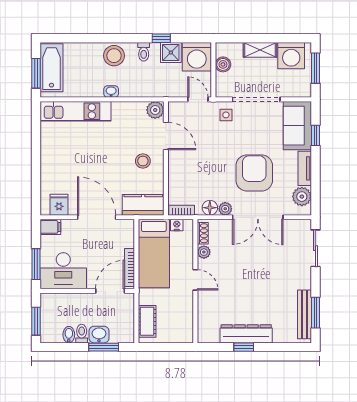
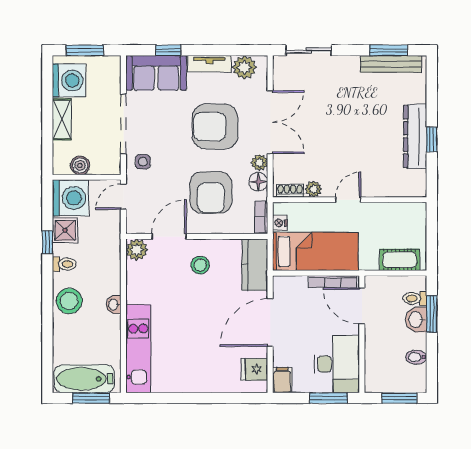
armchair: (201, 170) -> (211, 193), added
toilet: (82, 334) -> (415, 298), moved

